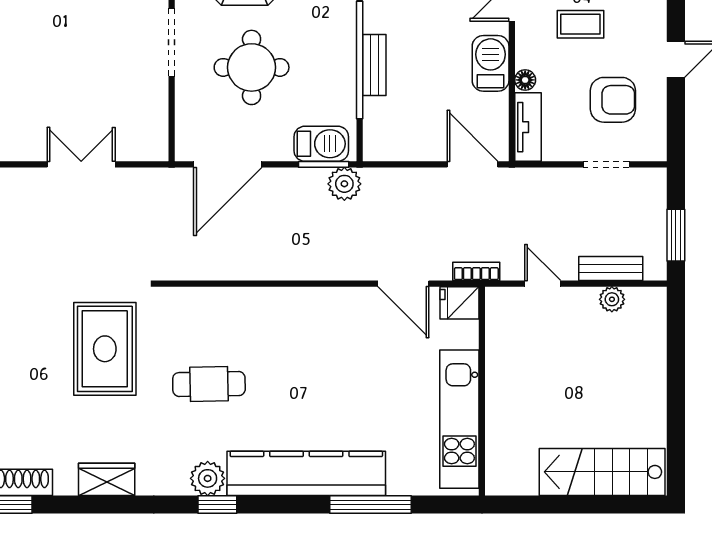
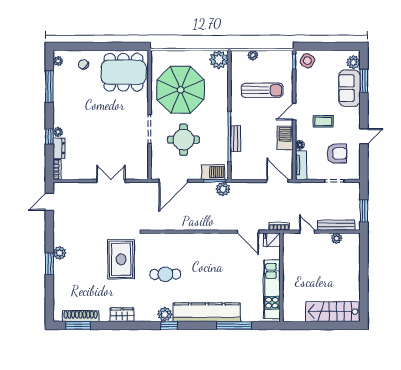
bench: (611, 269) -> (336, 225), width x1.36

